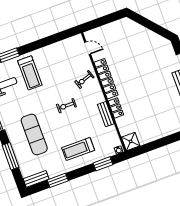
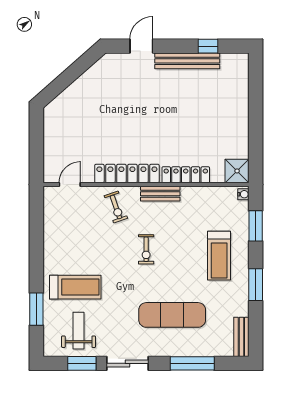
locker: (116, 108) -> (186, 175), width x1.53
bench: (106, 114) -> (160, 194), moved
window: (58, 180) -> (256, 285), moved

